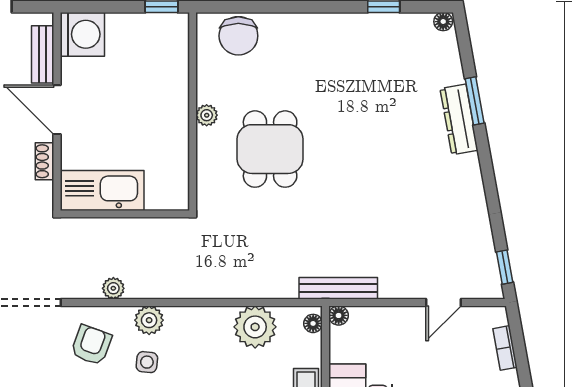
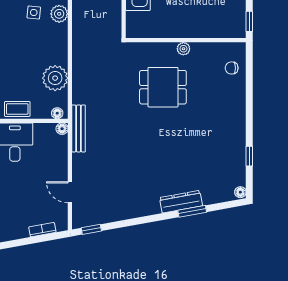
chair: (238, 36) -> (232, 68), width x0.54, depth x0.54

